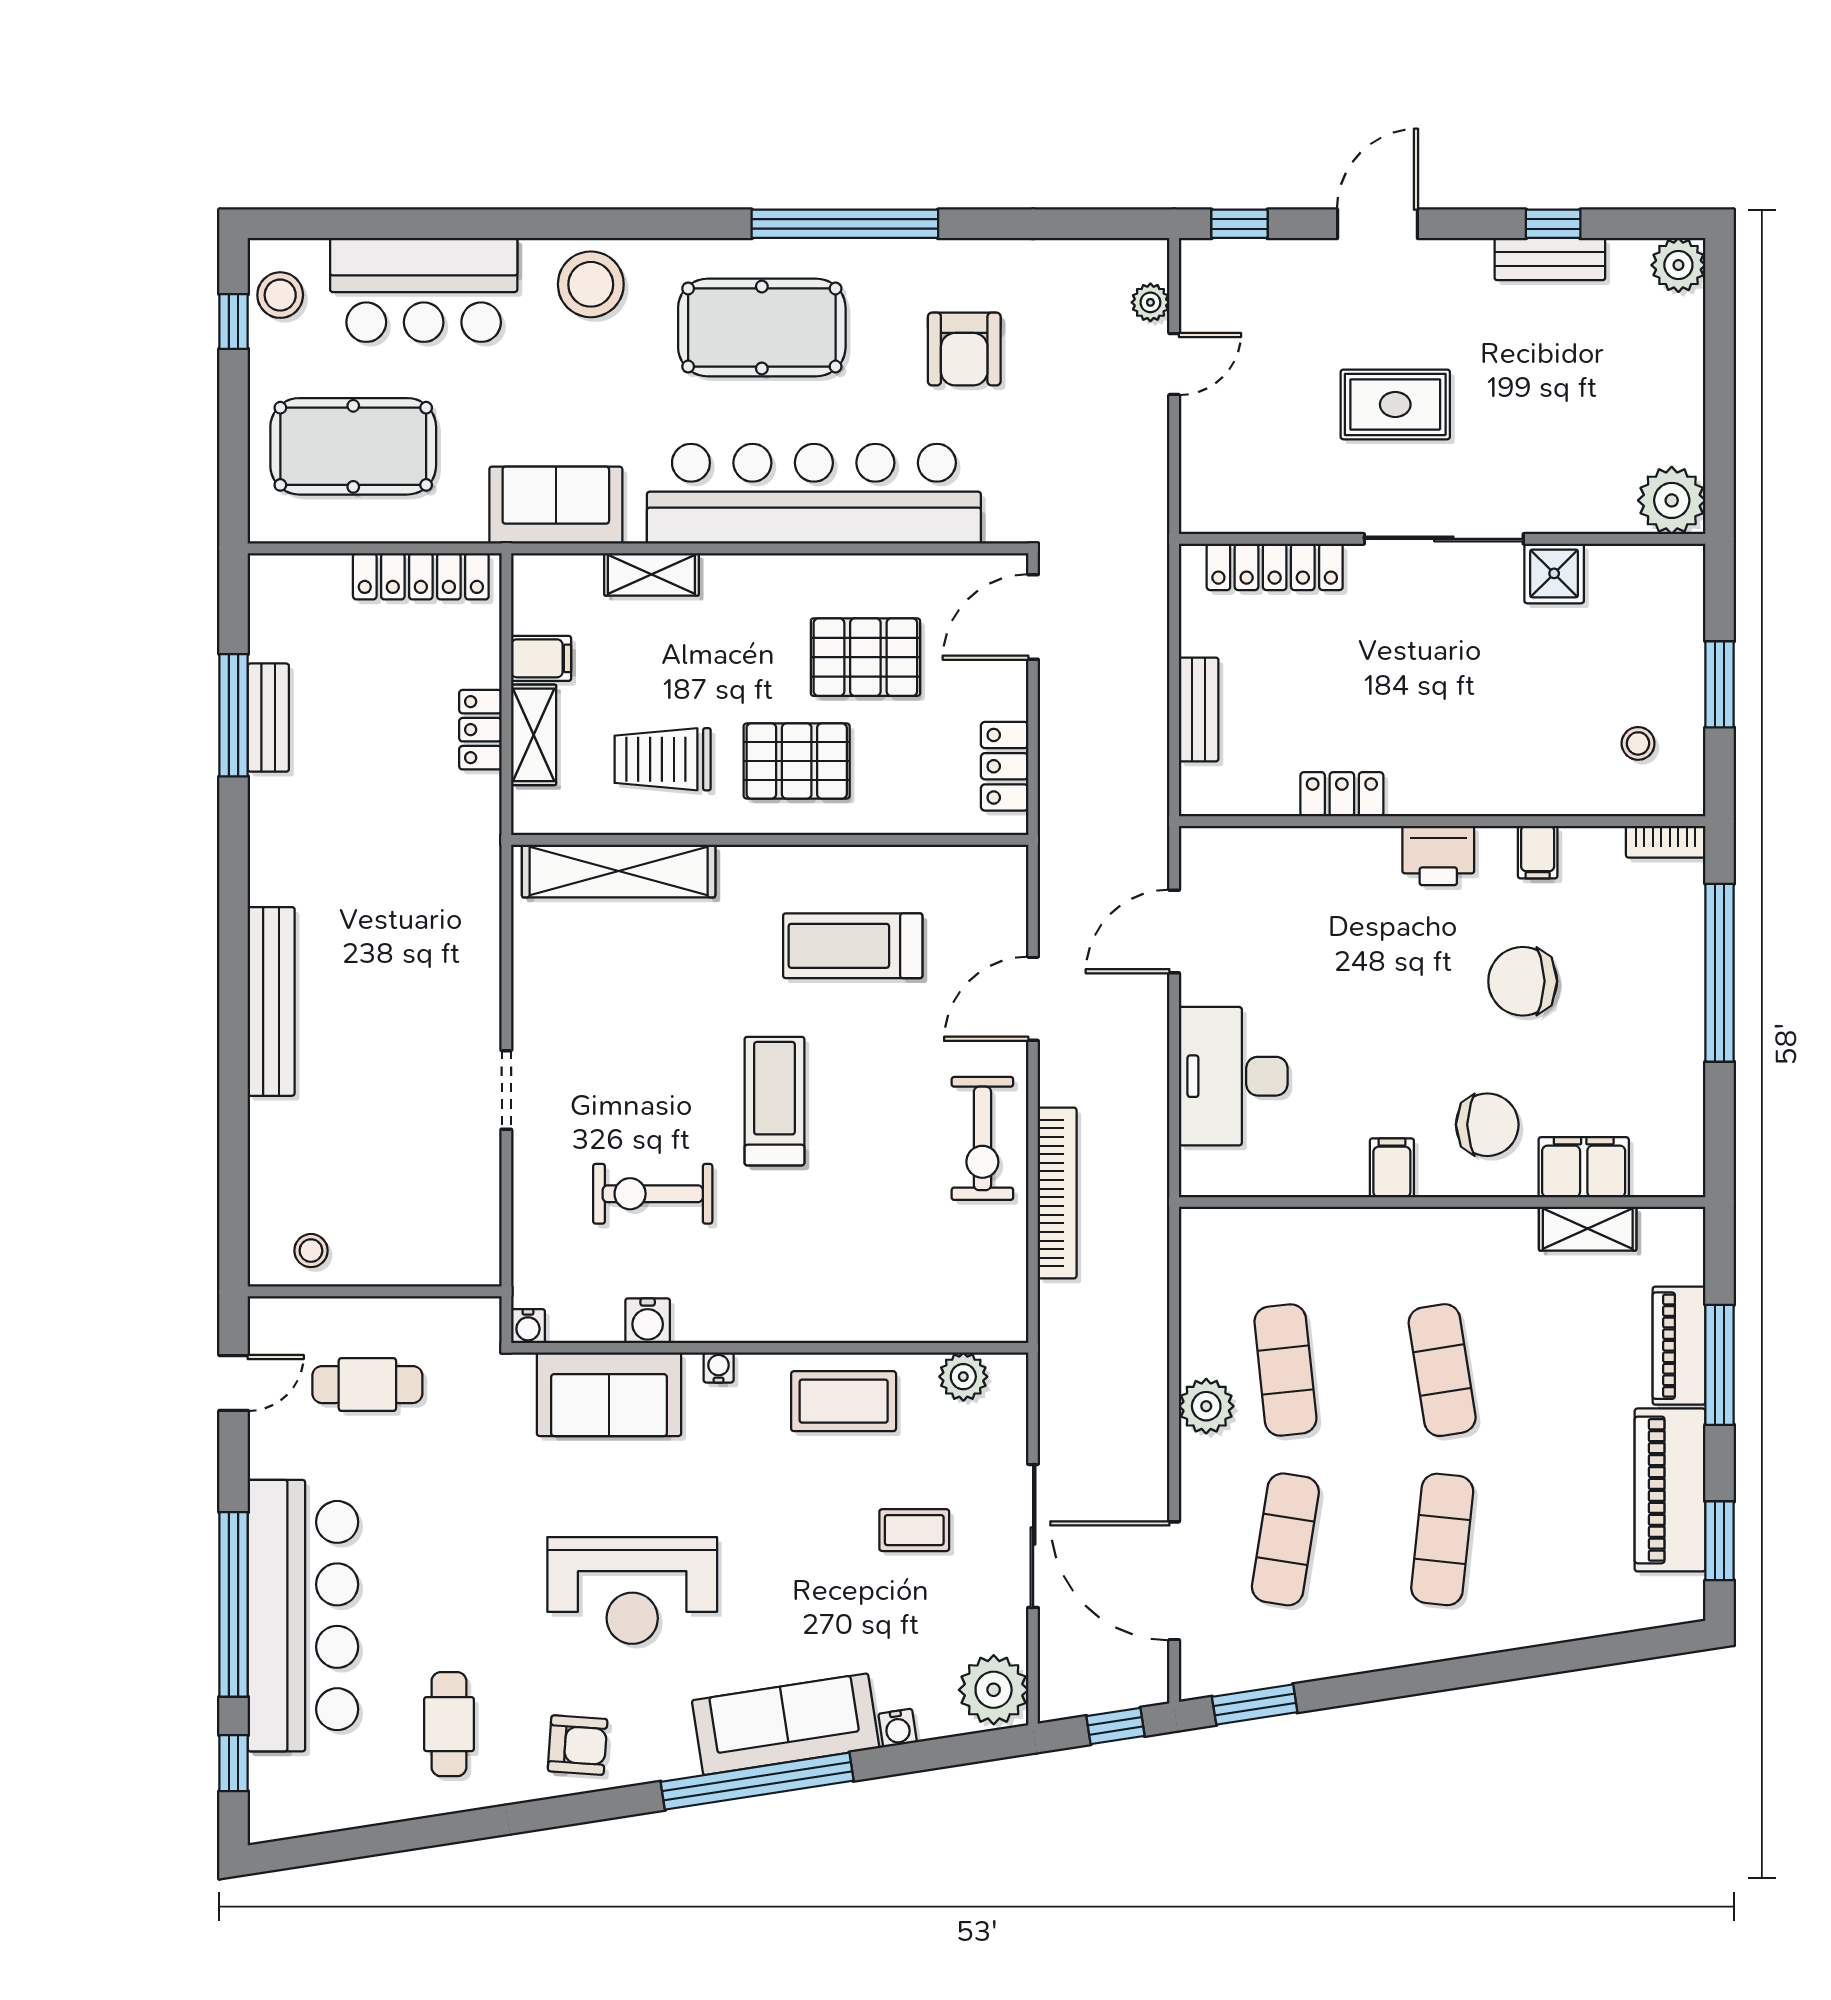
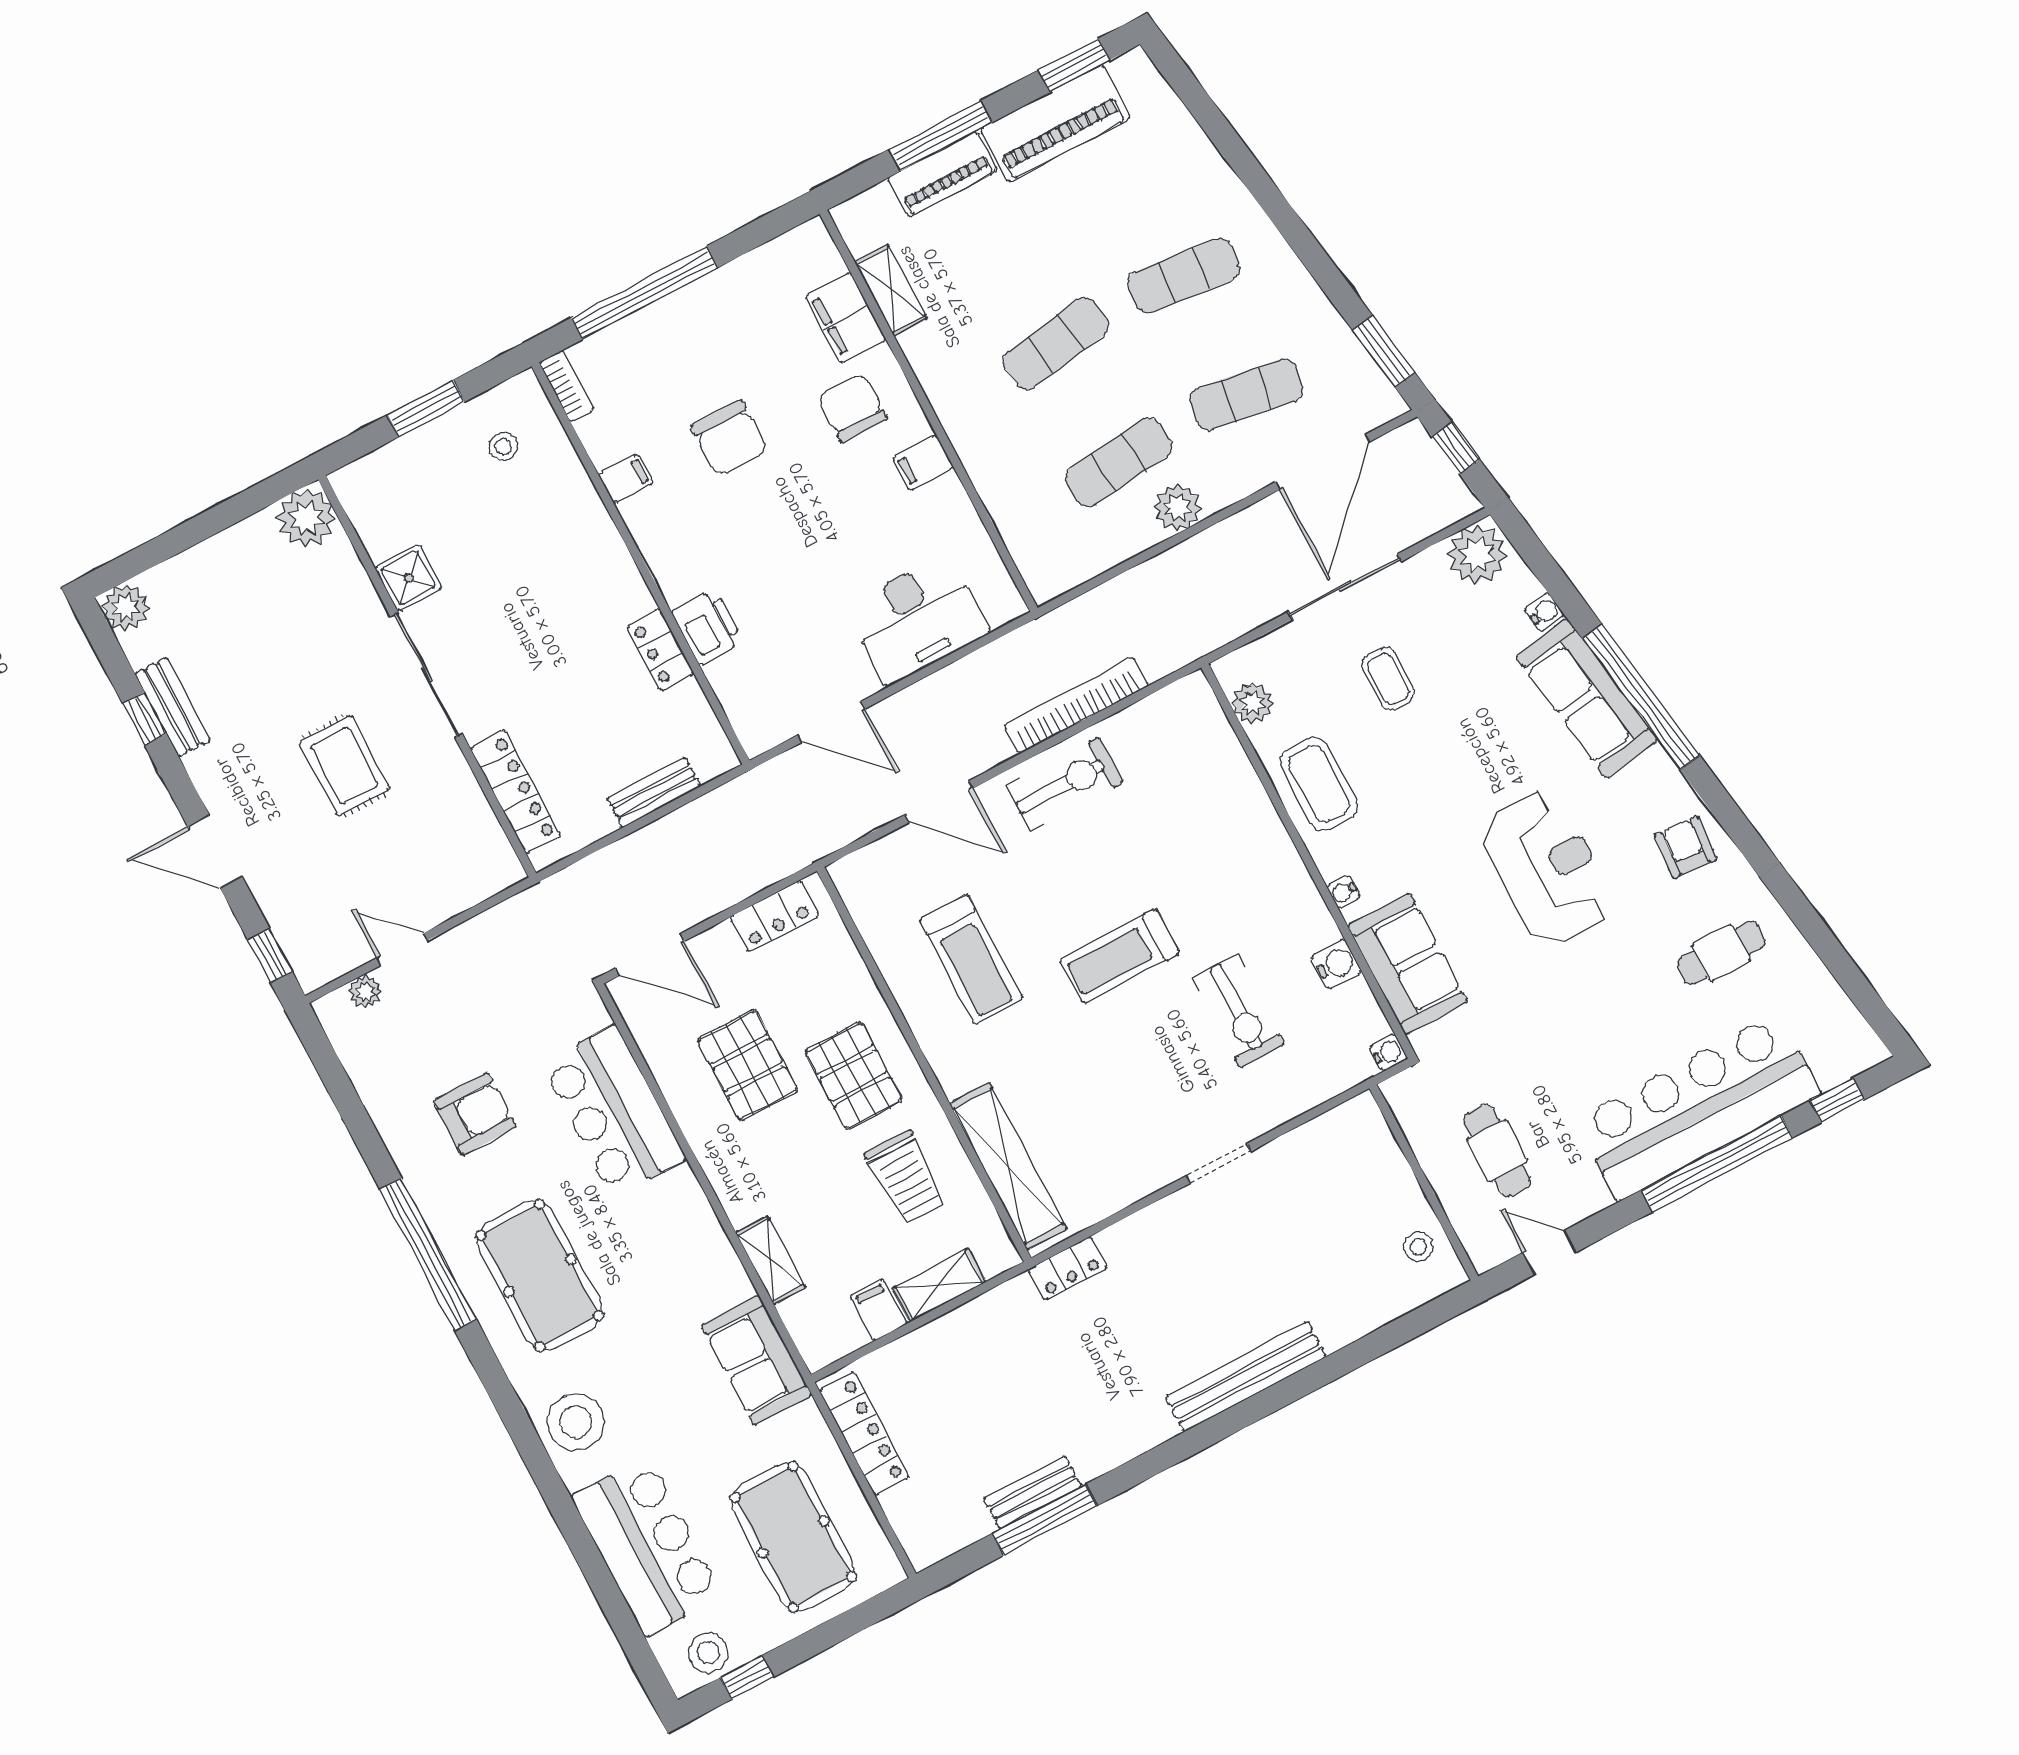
bar counter: (814, 494) -> (614, 1111), width x0.54
locker: (480, 730) -> (1068, 1269), moved
printer: (1438, 855) -> (707, 627), moved

